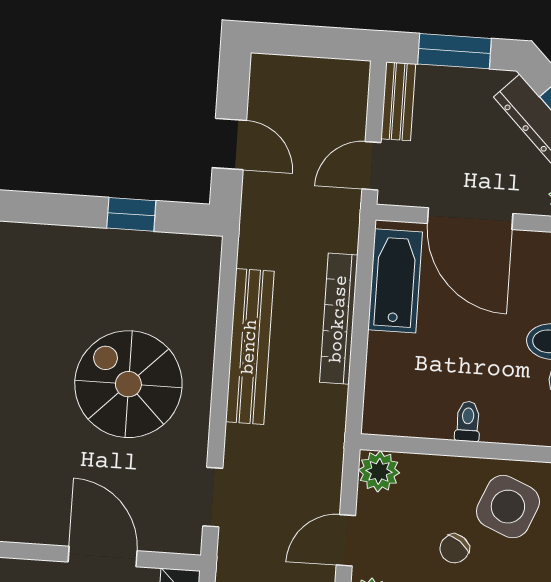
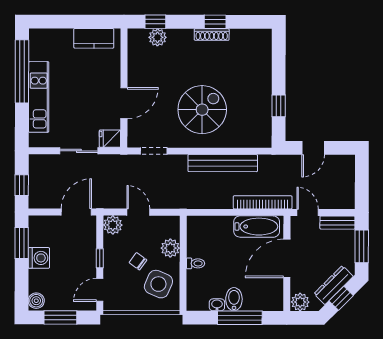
bookcase: (339, 319) -> (263, 202), moved
plant: (379, 471) -> (170, 248), moved

